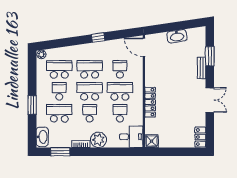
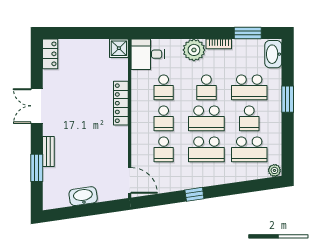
school desk: (120, 91) -> (164, 118), width x0.54

